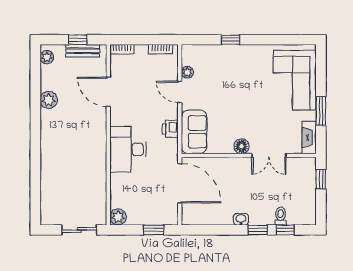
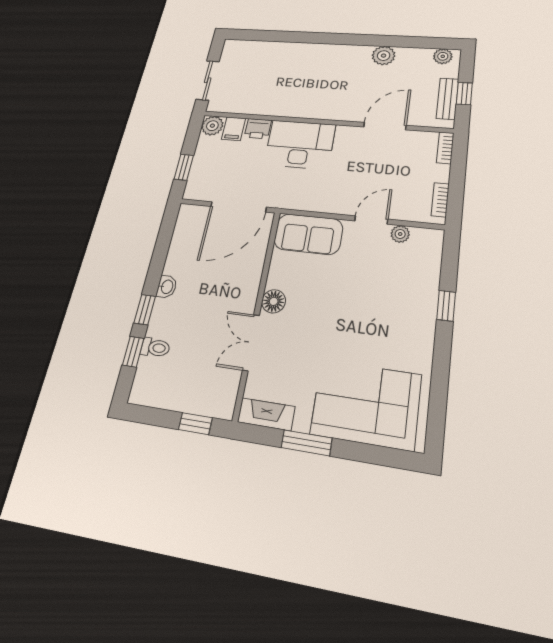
printer: (170, 129) -> (258, 129), moved, turned 180
filing cabinet: (119, 200) -> (234, 129), added

